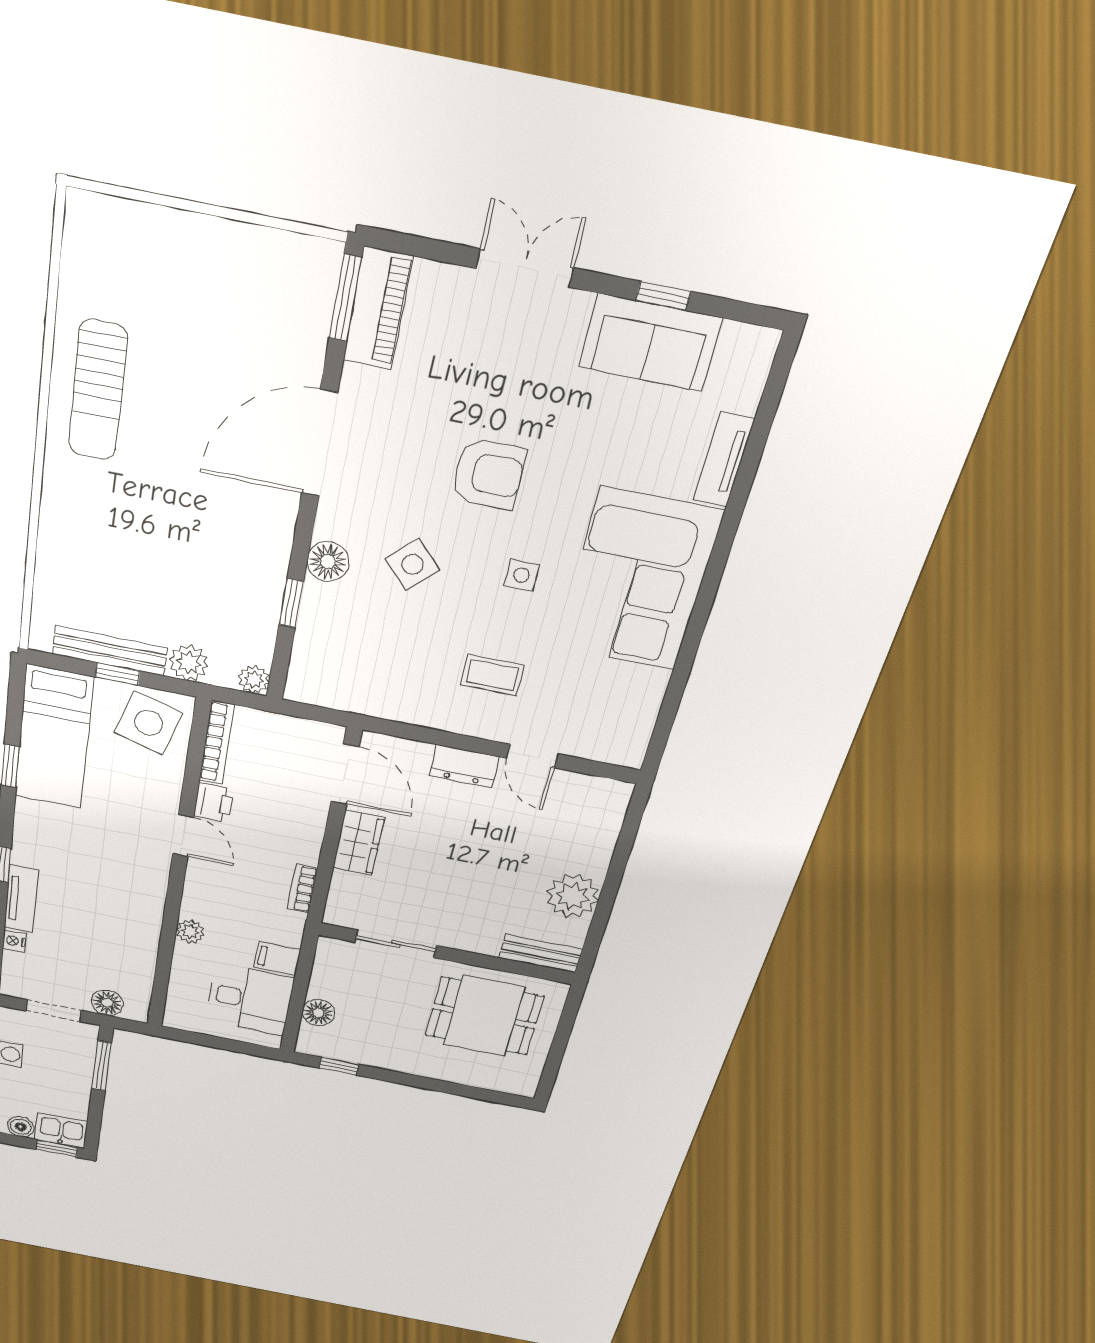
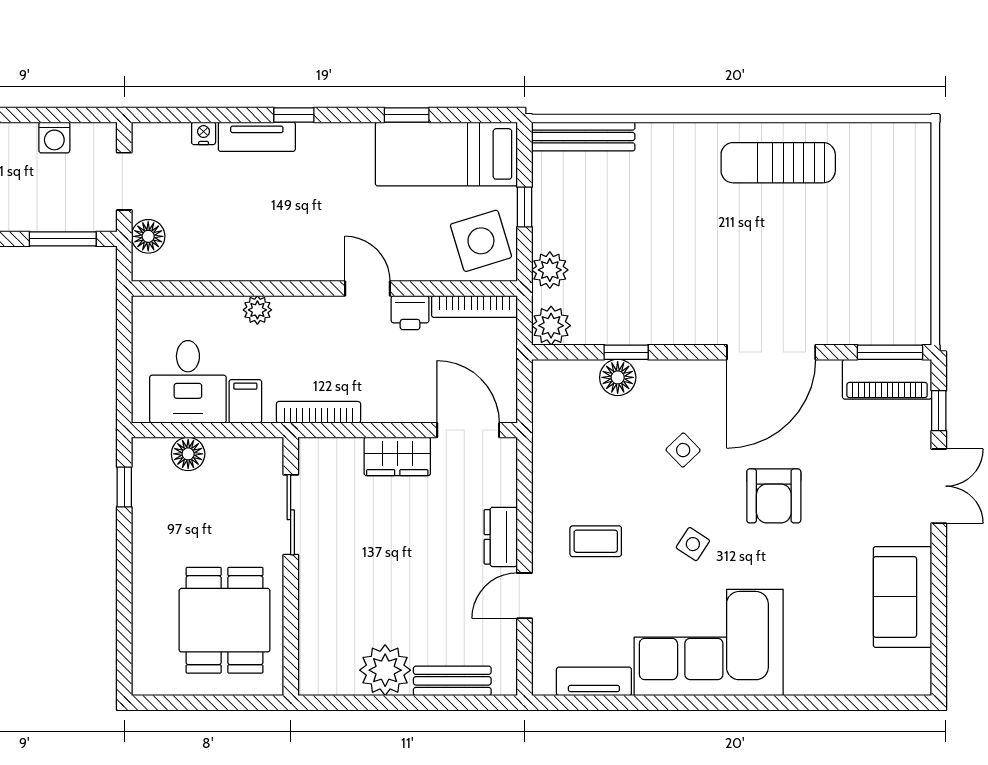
window: (663, 296) -> (939, 411), moved
door: (319, 443) -> (771, 352), swing flipped
tv unit: (724, 460) -> (594, 681), moved
floor lamp: (328, 562) -> (618, 377), moved
side table: (413, 564) -> (683, 450), width x0.73, depth x0.73
side table: (522, 575) -> (693, 544), turned 33
bench: (110, 651) -> (583, 136), moved, turned 90
coffee table: (492, 675) -> (596, 541), turned 90
plant: (254, 680) -> (551, 326), width x1.38, depth x1.38
side table: (149, 723) -> (481, 241), turned -33
door: (345, 774) -> (468, 430), swing flipped
door: (183, 835) -> (367, 288), swing flipped
bookcase: (302, 889) -> (319, 412), width x1.56
bench: (541, 954) -> (452, 681), moved, turned 90

